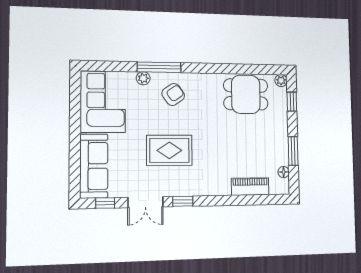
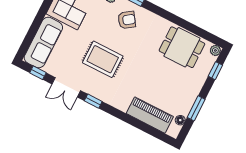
piano: (250, 187) -> (150, 115), width x1.37, depth x1.33

